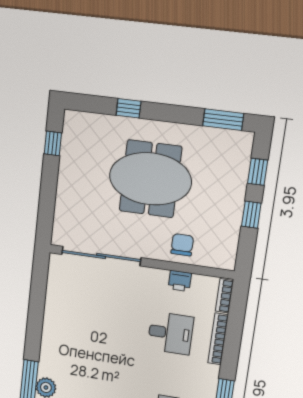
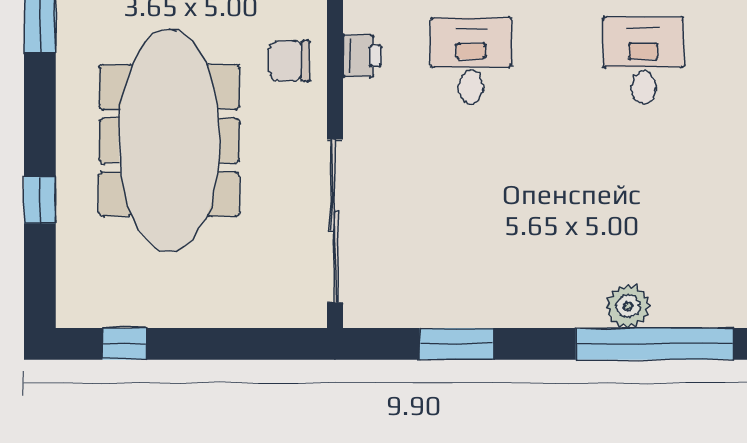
meeting table: (150, 179) -> (169, 140), width x1.36
window: (37, 306) -> (456, 344), added

